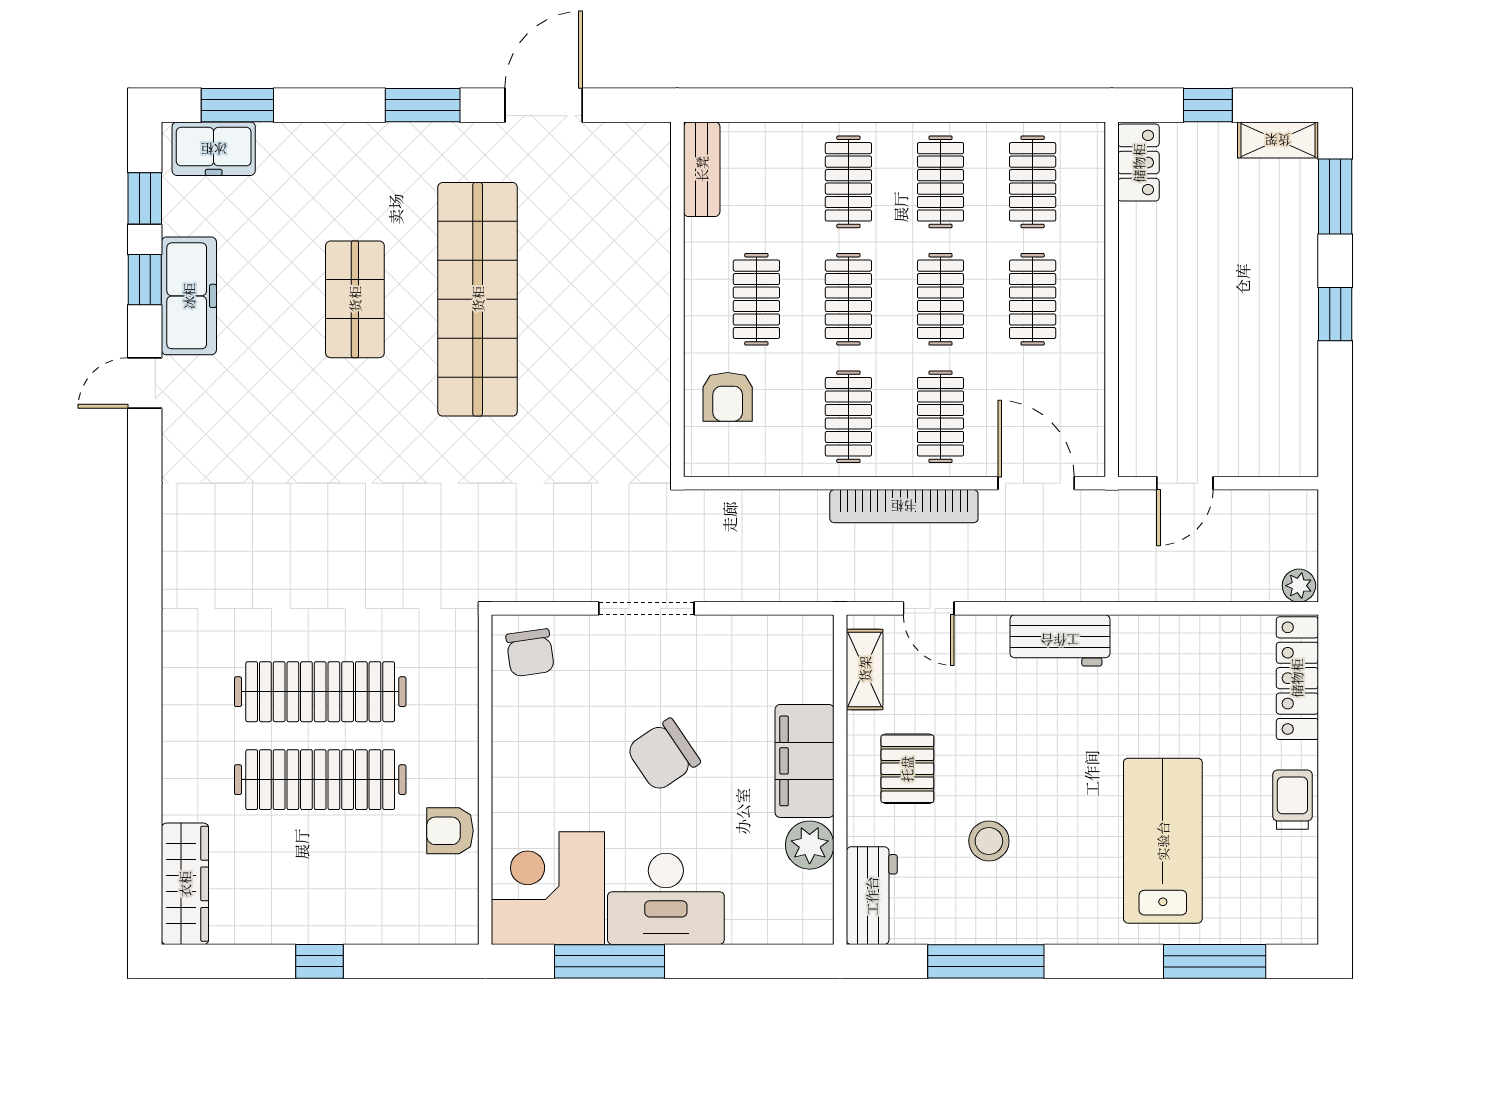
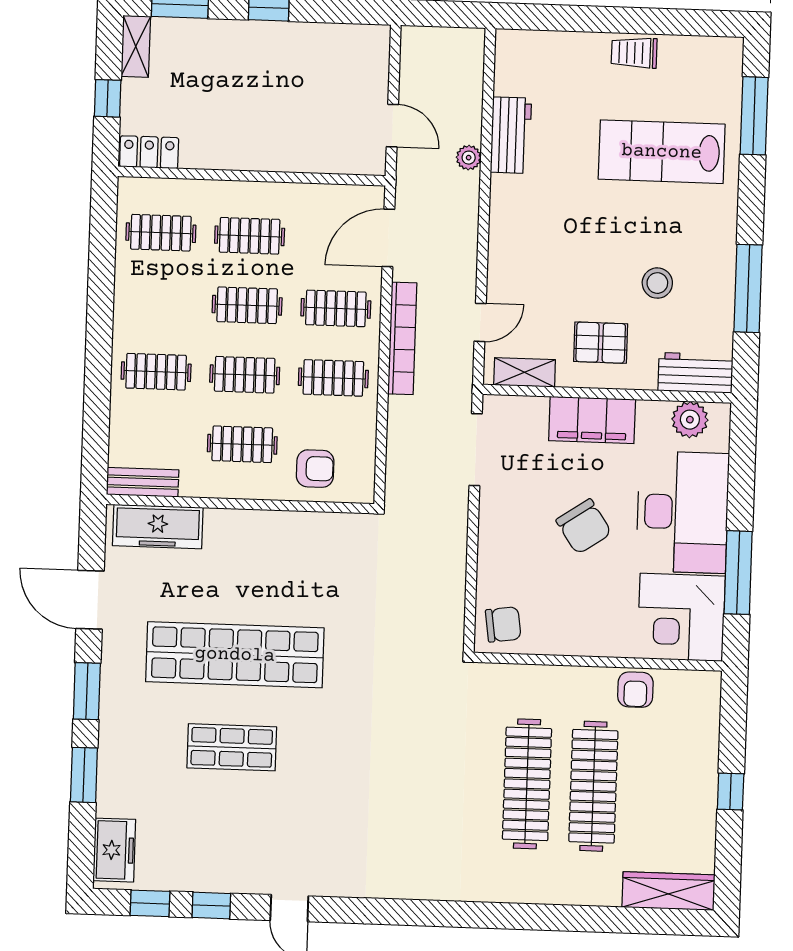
window: (237, 105) -> (84, 775), moved
clothes rail: (941, 182) -> (158, 302), removed
freezer: (189, 296) -> (158, 527), moved, turned 180
plant: (1299, 586) -> (469, 158), moved
doorway: (646, 608) -> (476, 450), moved
workbench: (1060, 640) -> (511, 135), moved
locker: (1297, 678) -> (543, 46), removed
plant: (810, 845) -> (690, 420), moved
desk: (666, 899) -> (683, 512), width x1.36, depth x1.30

